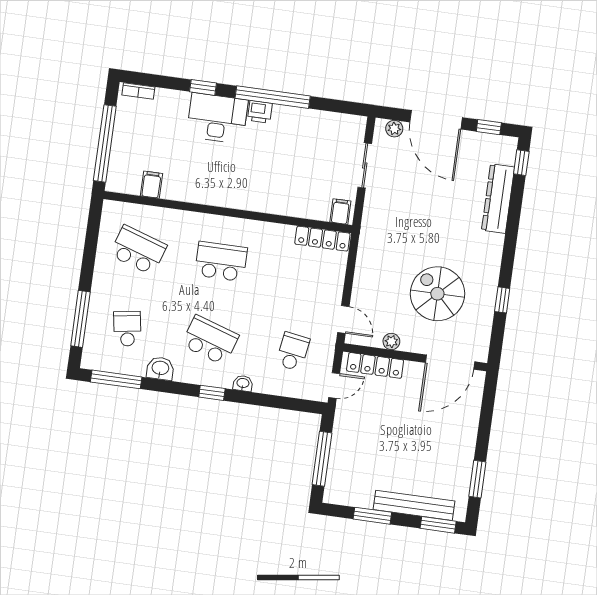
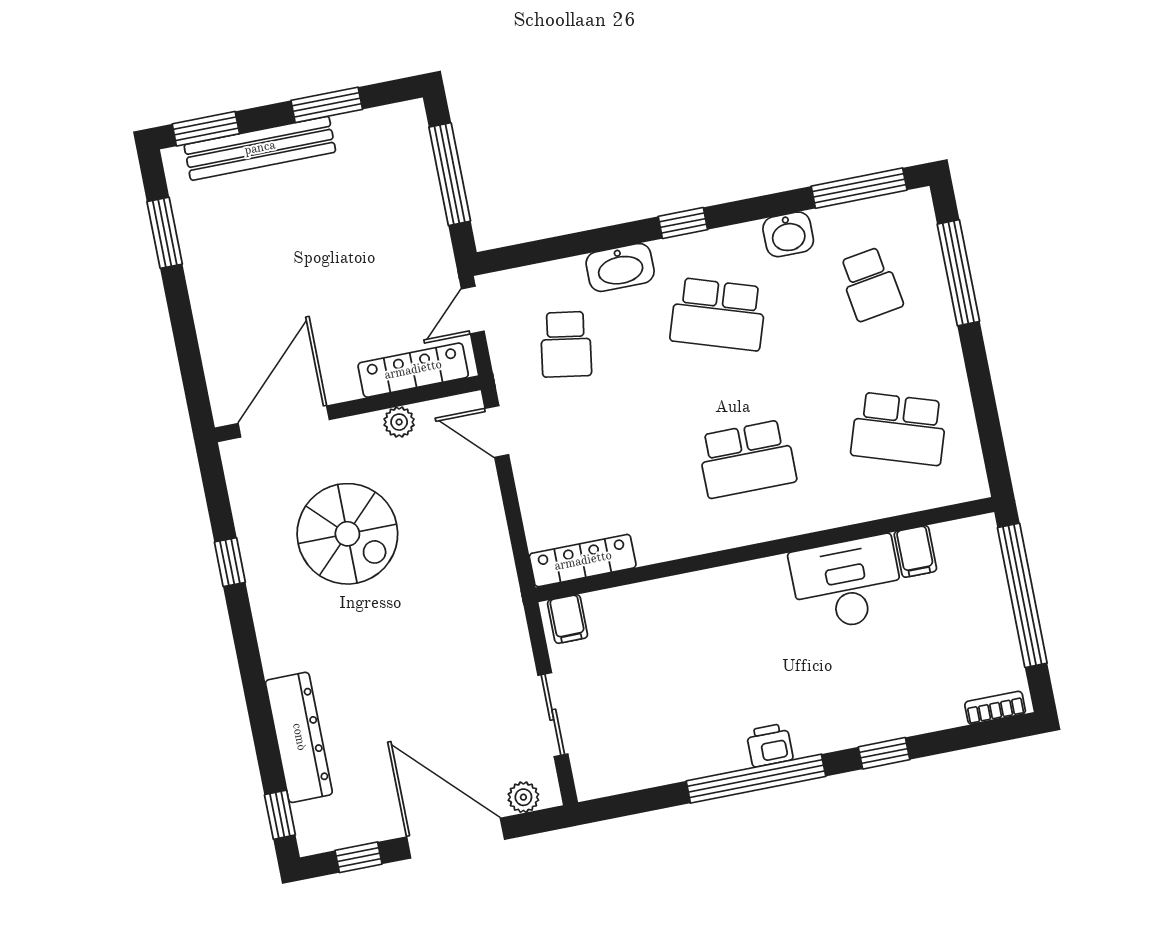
desk: (217, 118) -> (847, 583), moved, turned 180
washbasin: (243, 383) -> (620, 267), width x1.91, depth x1.45

